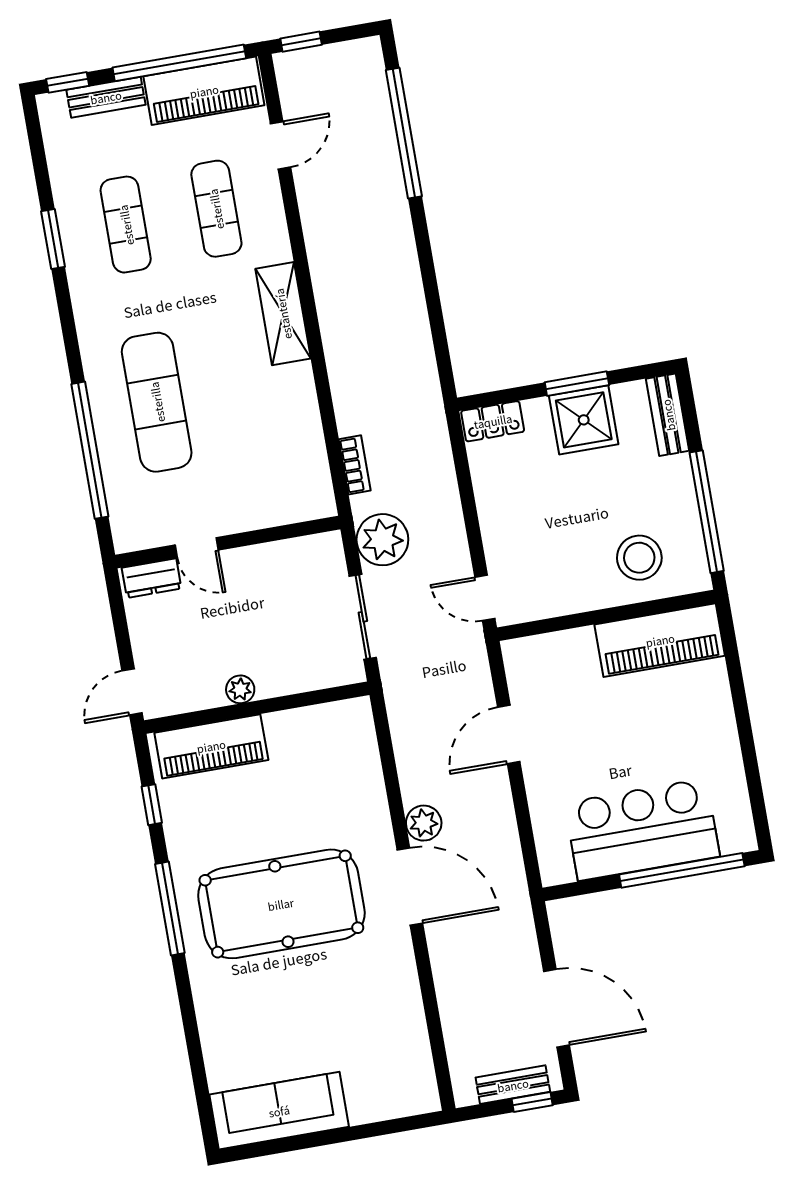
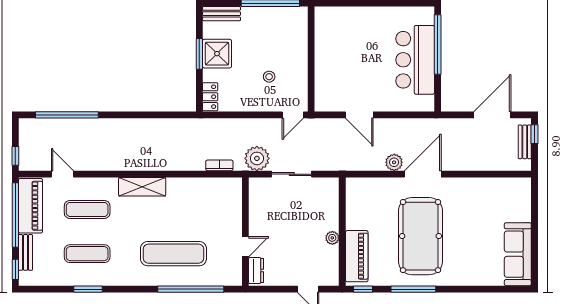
stool: (639, 558) -> (269, 77), moved, width x0.53, depth x0.53
piano: (660, 640) -> (327, 36), removed
plant: (240, 689) -> (332, 238), moved
wall: (257, 708) -> (342, 232), moved
piano: (211, 746) -> (357, 256), moved

